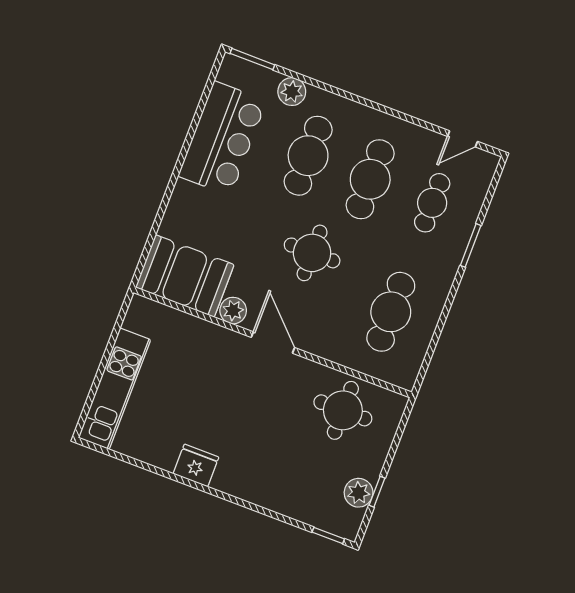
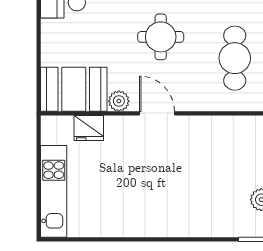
round table: (343, 410) -> (227, 144), removed
fridge: (196, 465) -> (89, 128), moved, turned 180

